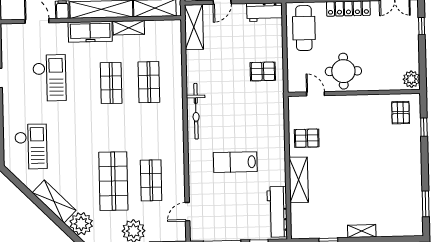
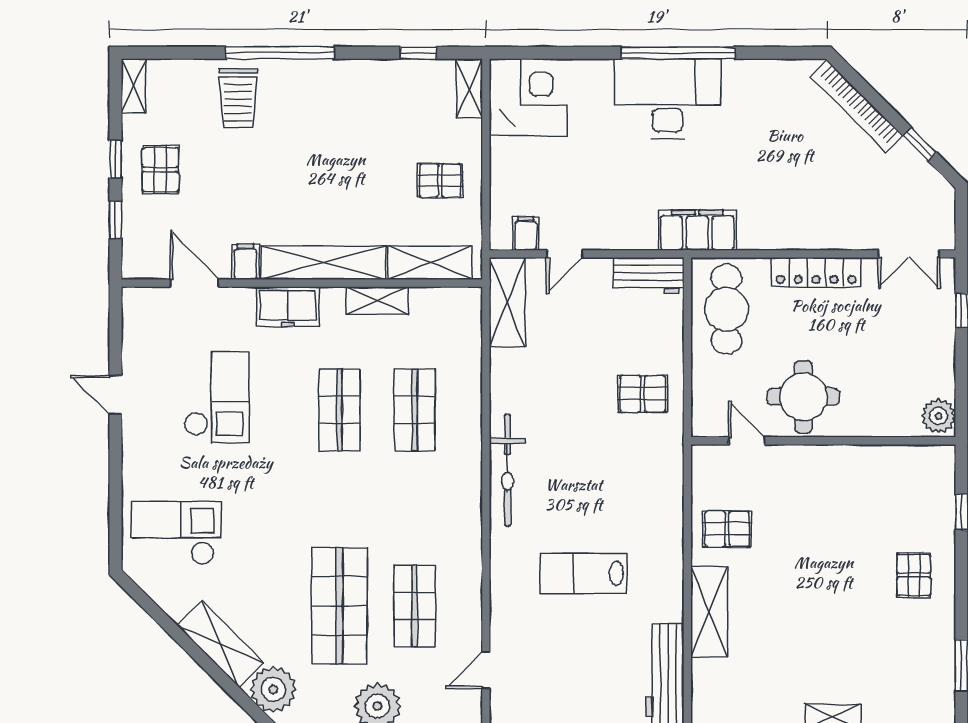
freezer: (90, 32) -> (288, 307), width x0.71
pallet: (401, 113) -> (914, 575), moved
checkout: (31, 147) -> (177, 533), turned -90

